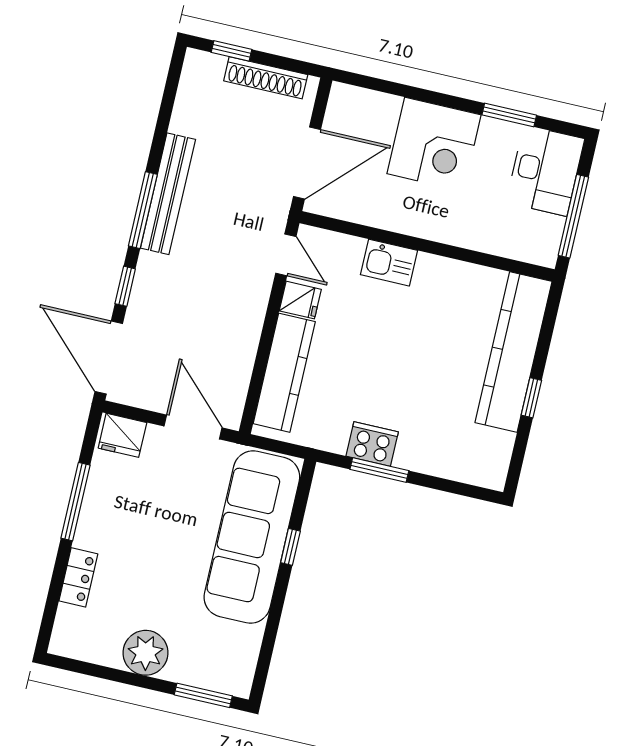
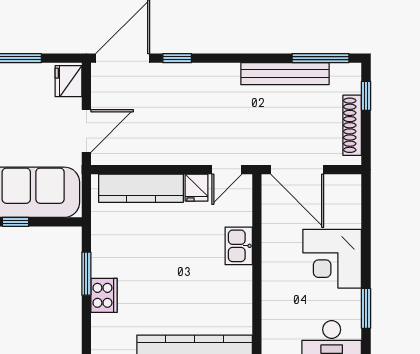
bench: (168, 194) -> (285, 74), moved
window: (143, 210) -> (320, 58), moved
cooker: (372, 444) -> (104, 295), moved

